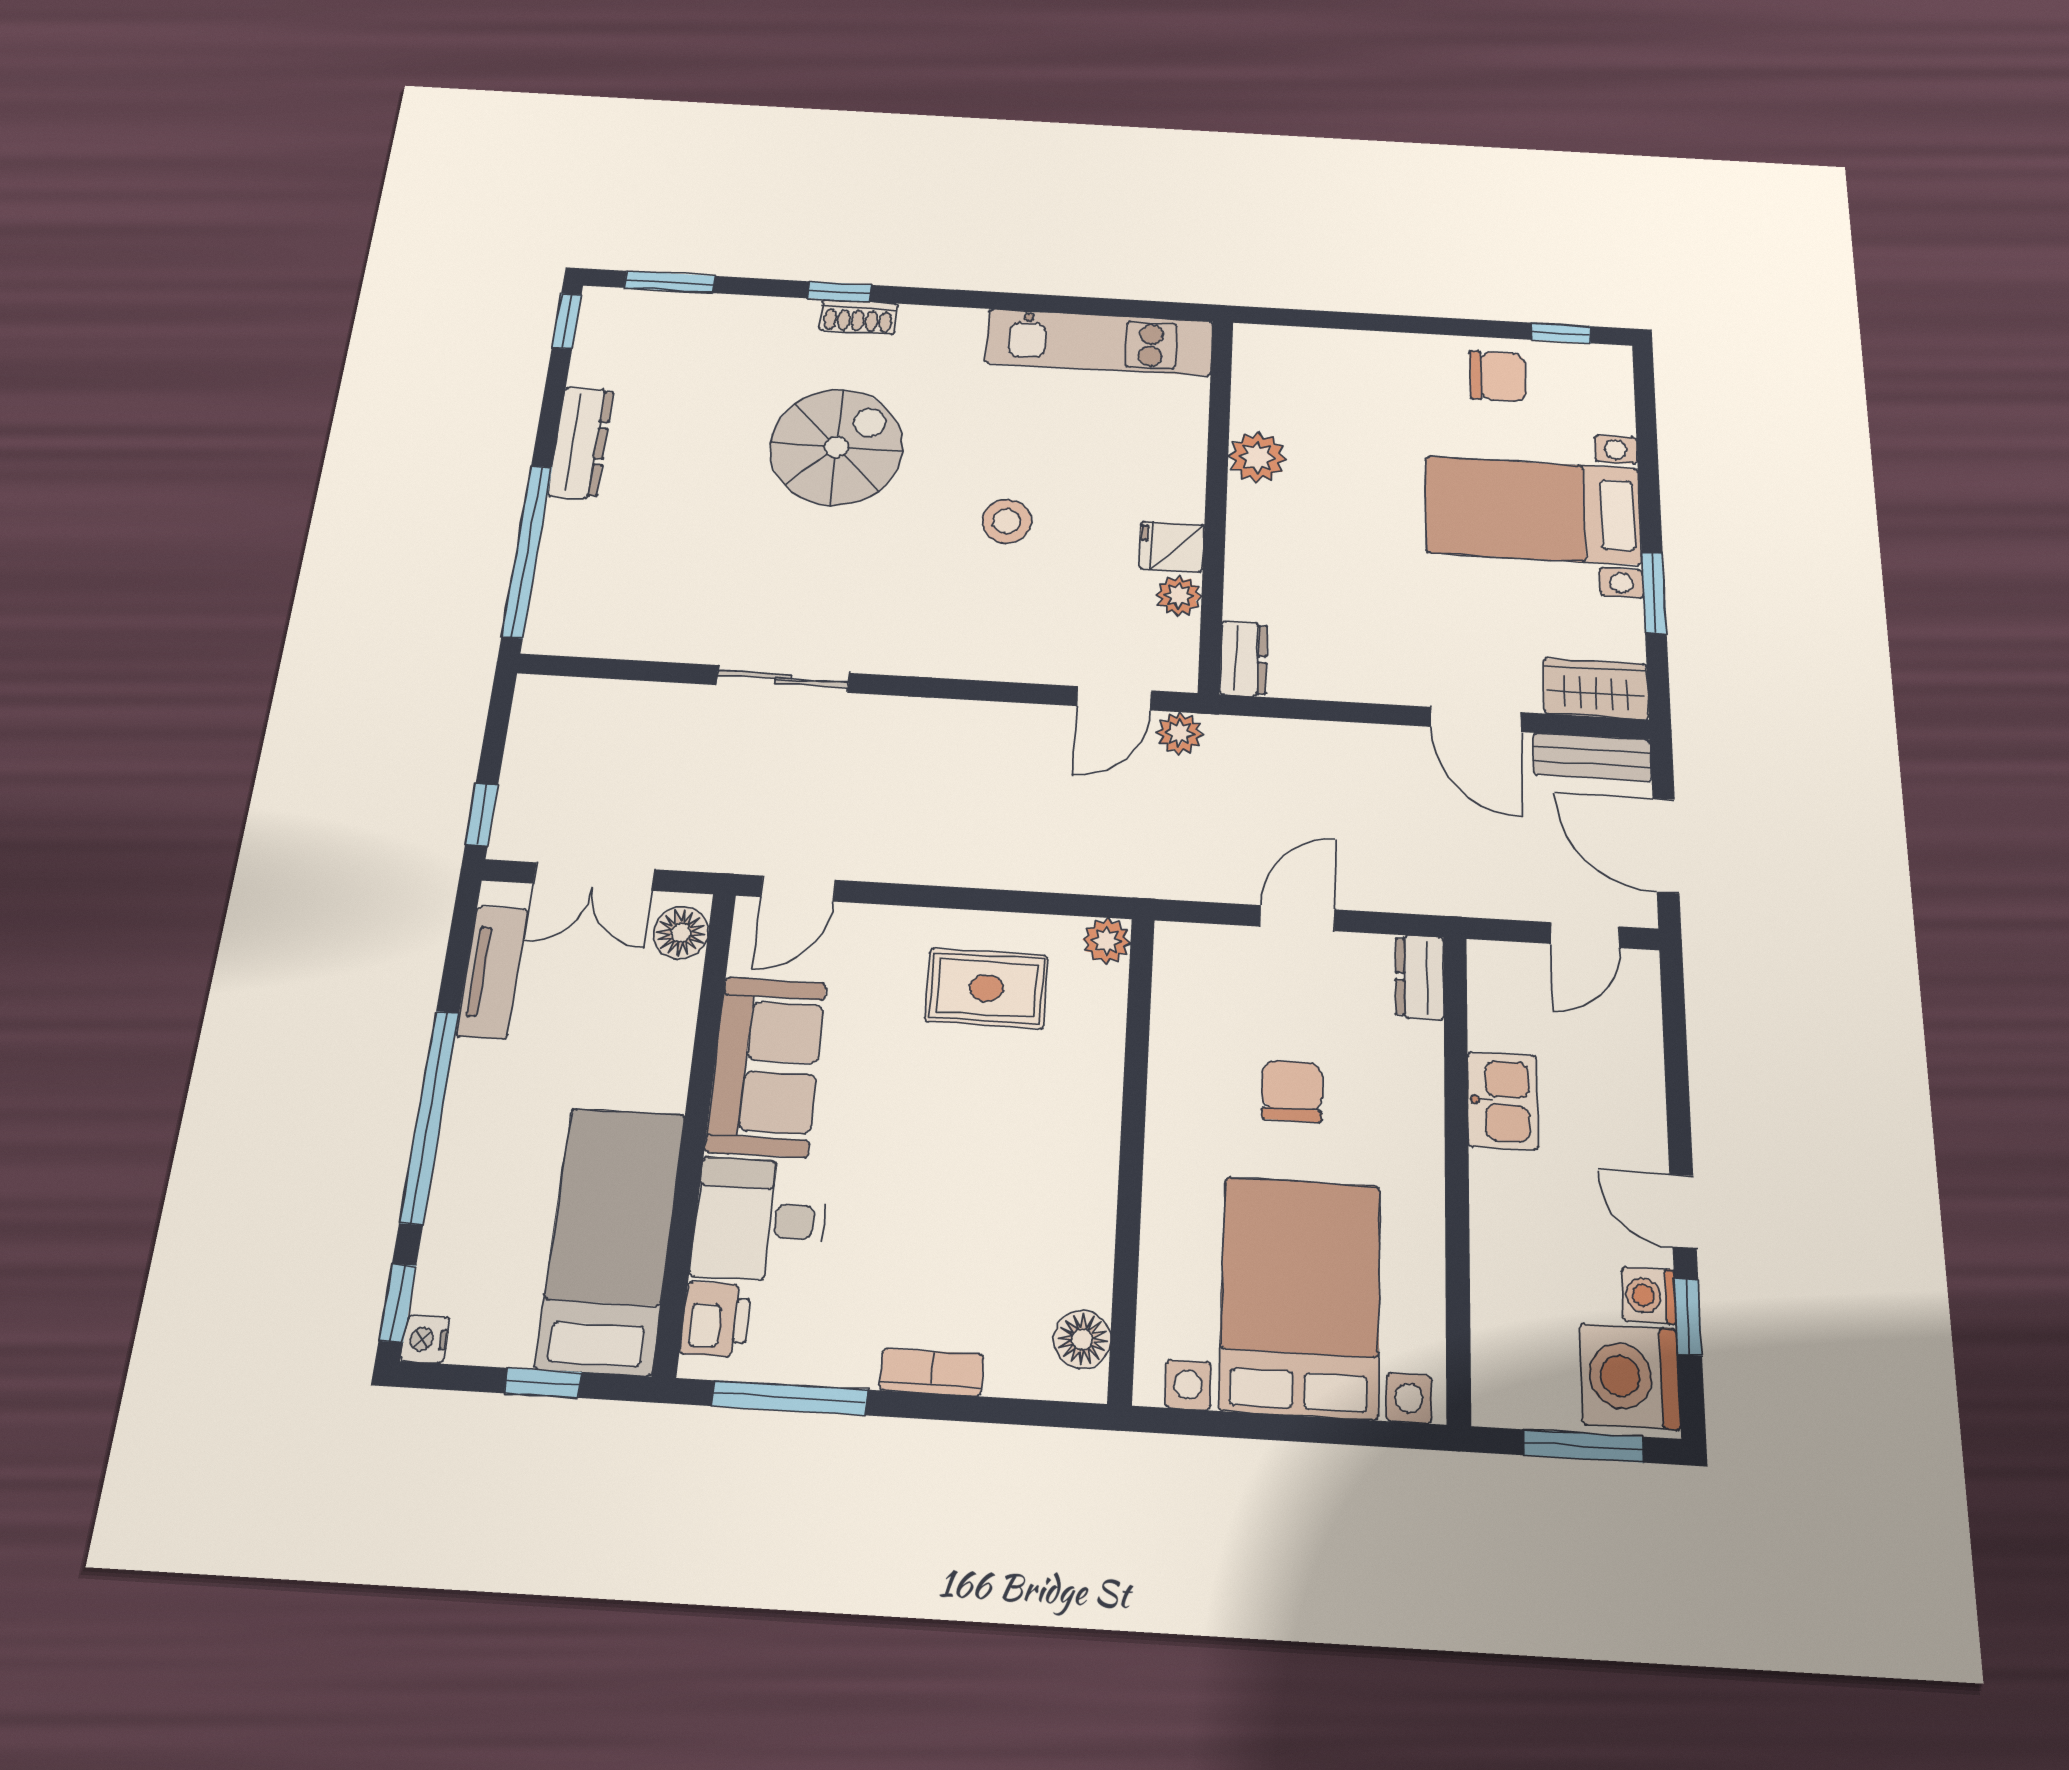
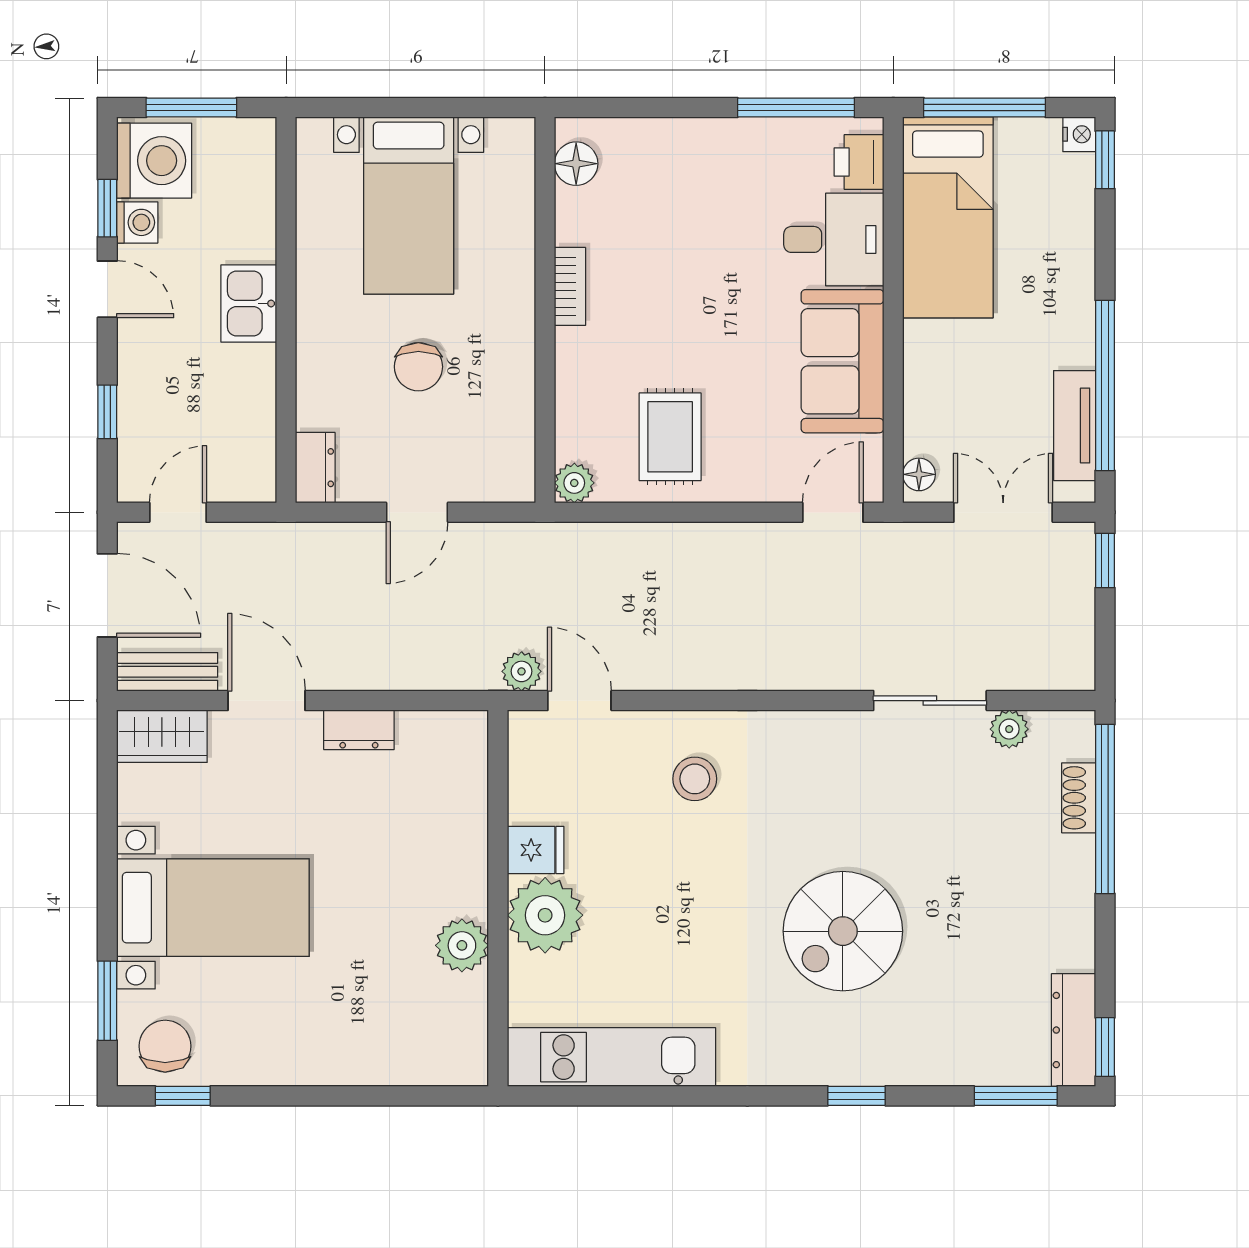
shoe rack: (858, 317) -> (1079, 798), moved, turned -90
chair: (1498, 376) -> (165, 1046), moved, turned 90
dresser: (581, 442) -> (1074, 1030), moved
stool: (1007, 521) -> (695, 779), moved
window: (1654, 593) -> (107, 1001), moved
plant: (1179, 596) -> (545, 915), moved, width x1.88, depth x1.88
plant: (623, 639) -> (1009, 729), added
dresser: (1243, 659) -> (359, 730), moved, turned -90
sliding door: (783, 679) -> (930, 701), moved
door: (1114, 698) -> (579, 701), hinge flipped
floor lamp: (681, 933) -> (919, 474), width x0.73, depth x0.73
rug: (987, 988) -> (670, 437), turned 90
window: (1676, 1059) -> (107, 412), added
kitchen sink: (1503, 1101) -> (249, 303), moved
window: (430, 1116) -> (1105, 385), moved
bed with nightstands: (1300, 1297) -> (409, 206), width x0.73
bookcase: (932, 1372) -> (570, 286), moved, turned -90
window: (543, 1383) -> (985, 108), width x2.17

